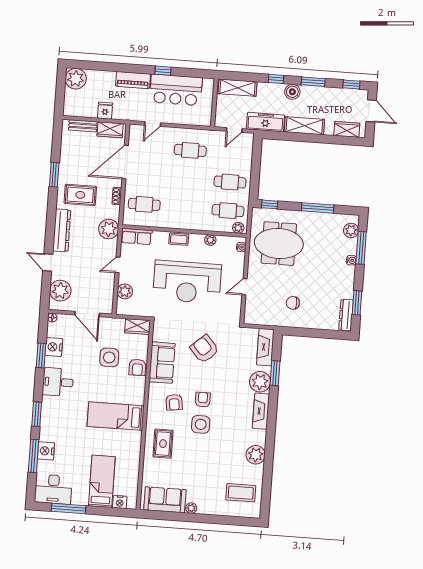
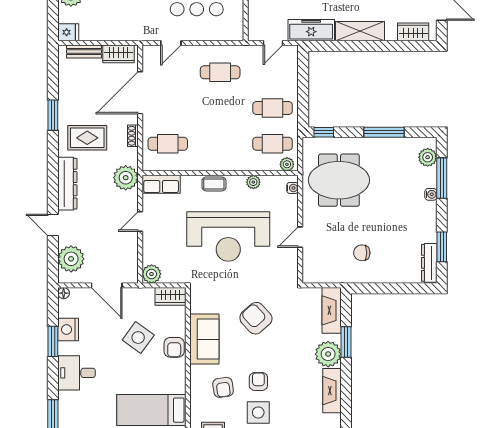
fridge: (105, 111) -> (68, 32), moved, turned 90
plant: (125, 291) -> (152, 274), moved
side table: (109, 357) -> (138, 338), turned 36

